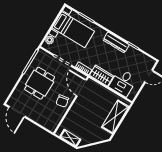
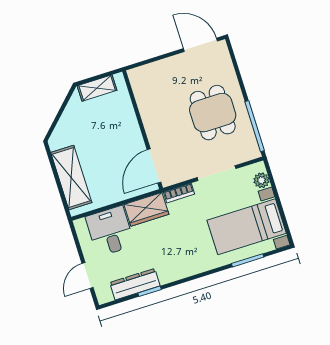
dresser: (116, 42) -> (135, 284), moved
door: (81, 88) -> (154, 166), swing flipped
chair: (62, 101) -> (159, 123), removed

